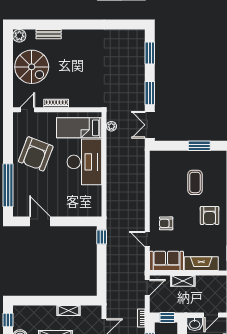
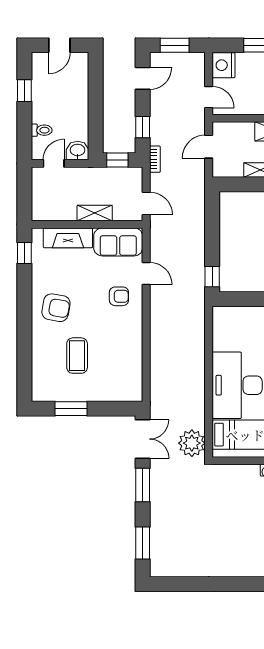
plant: (111, 126) -> (192, 443), width x1.88, depth x1.88
armchair: (210, 215) -> (56, 308), turned 100
door: (147, 287) -> (146, 203), swing flipped

